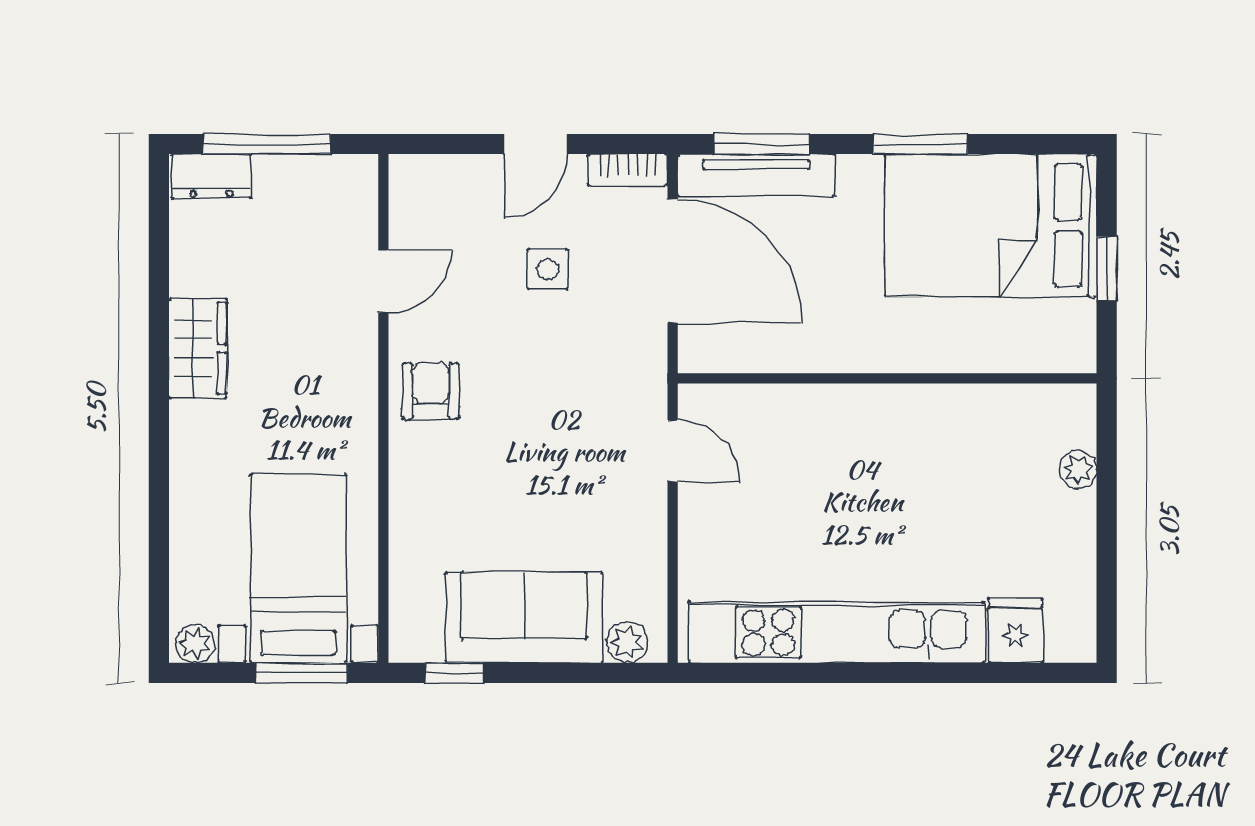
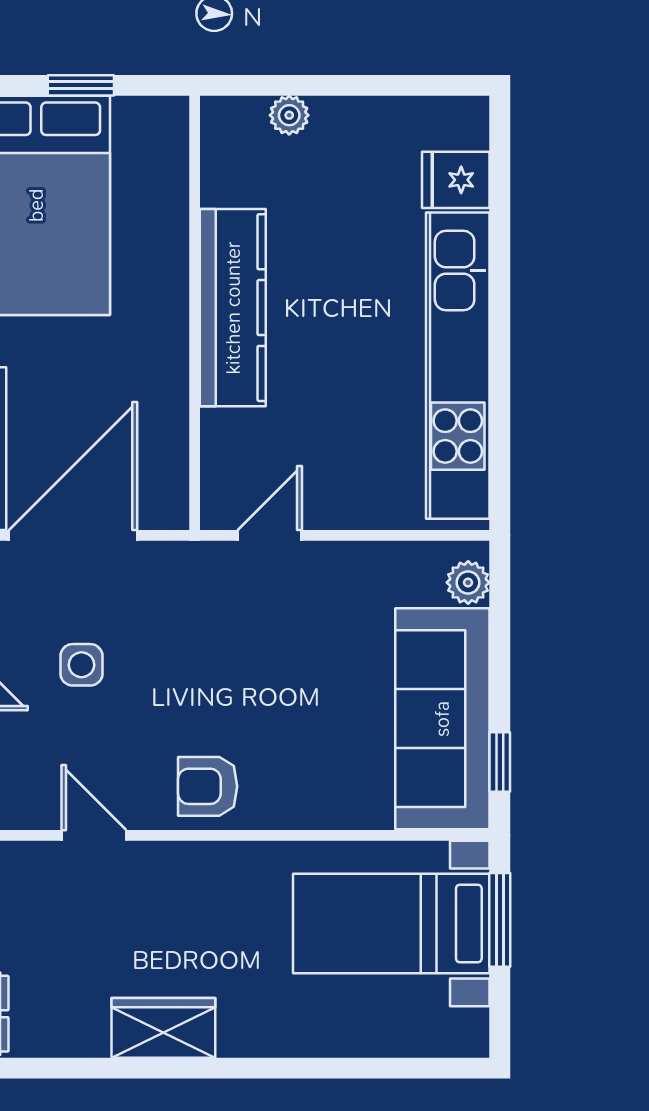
kitchen counter: (892, 415) -> (233, 308), added
sofa: (524, 617) -> (442, 719), width x1.36
plant: (195, 643) -> (469, 1031), removed

